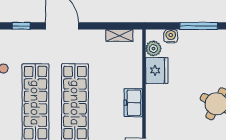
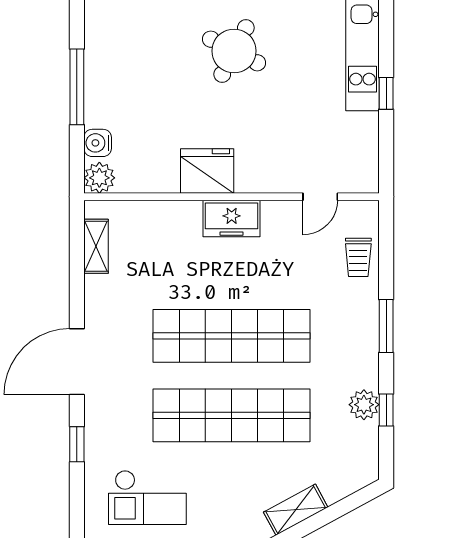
plant: (153, 49) -> (99, 178), moved
fridge: (157, 70) -> (207, 171), moved

